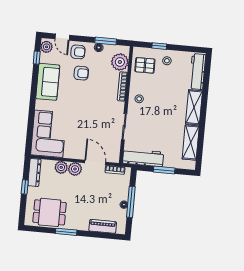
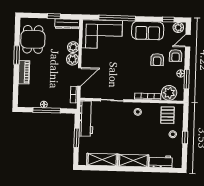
window: (159, 46) -> (185, 137), moved
workbench: (197, 72) -> (161, 162), width x0.73
window: (31, 116) -> (117, 18), added
piano: (103, 226) -> (24, 72), moved

